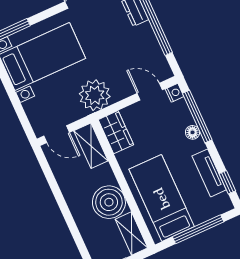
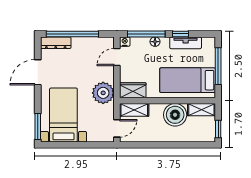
window: (227, 182) -> (181, 34), moved

